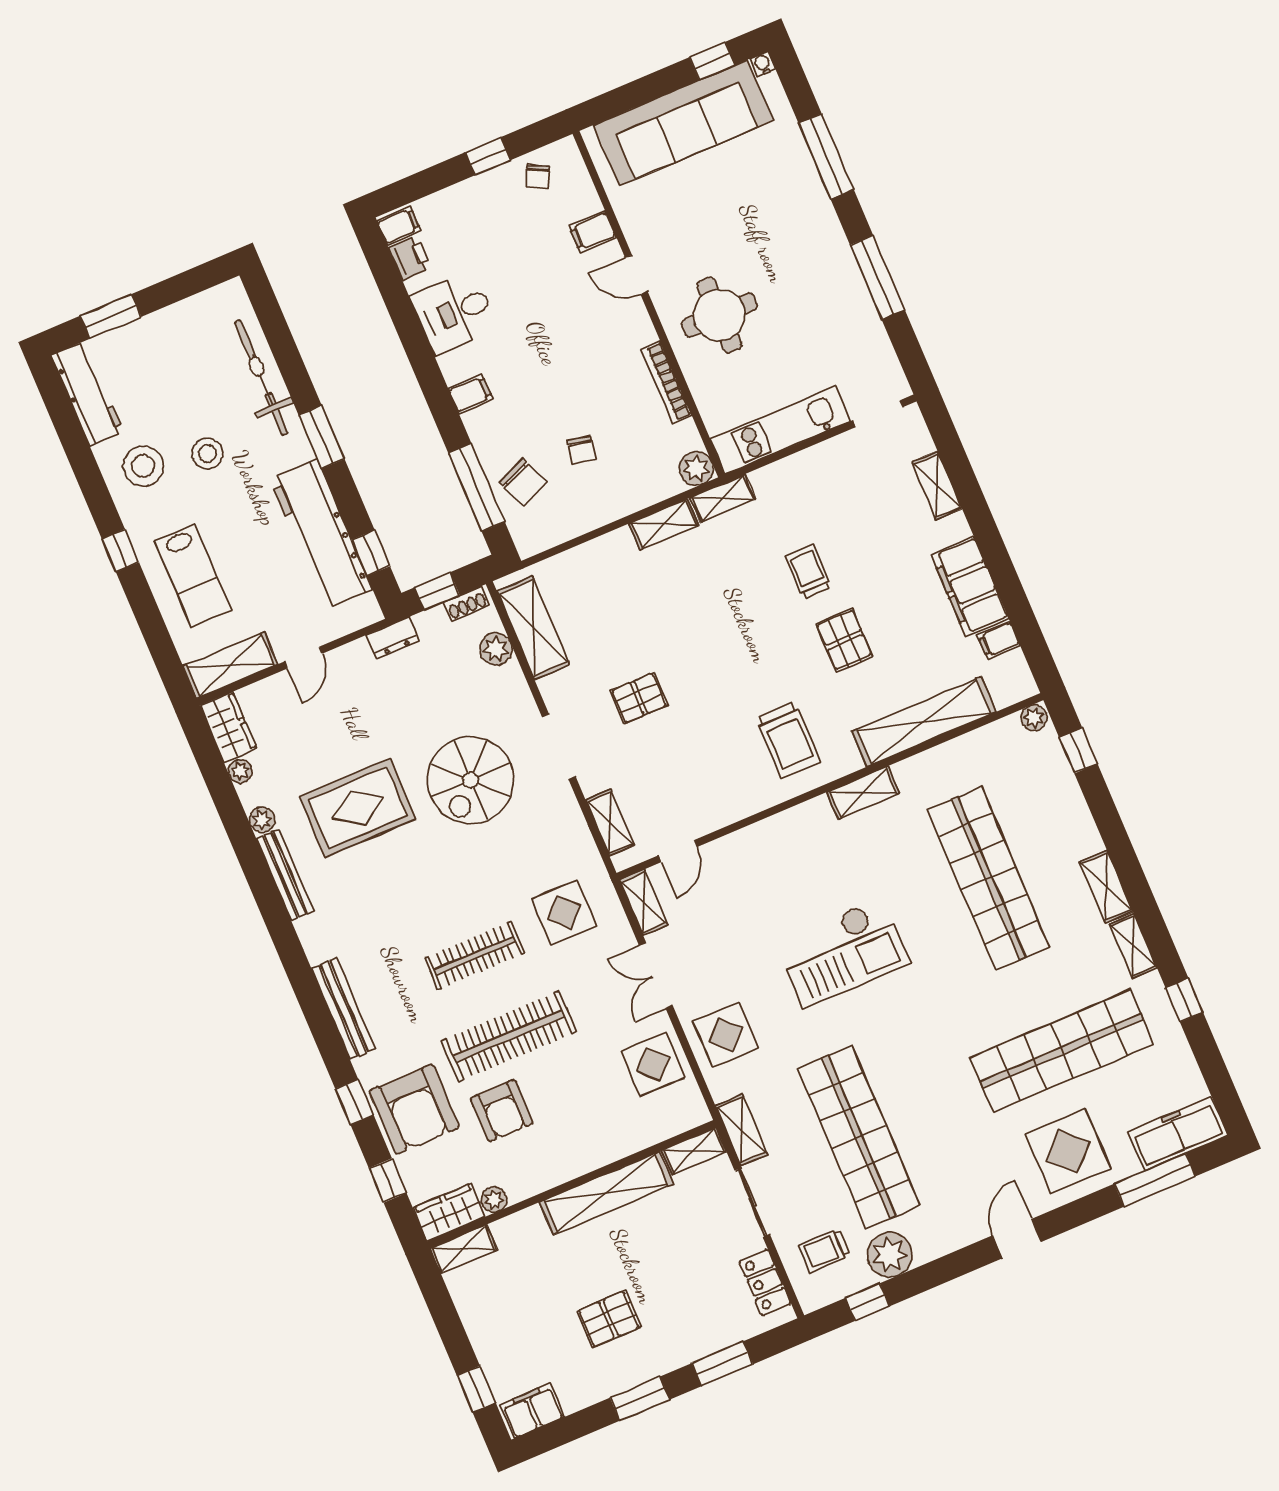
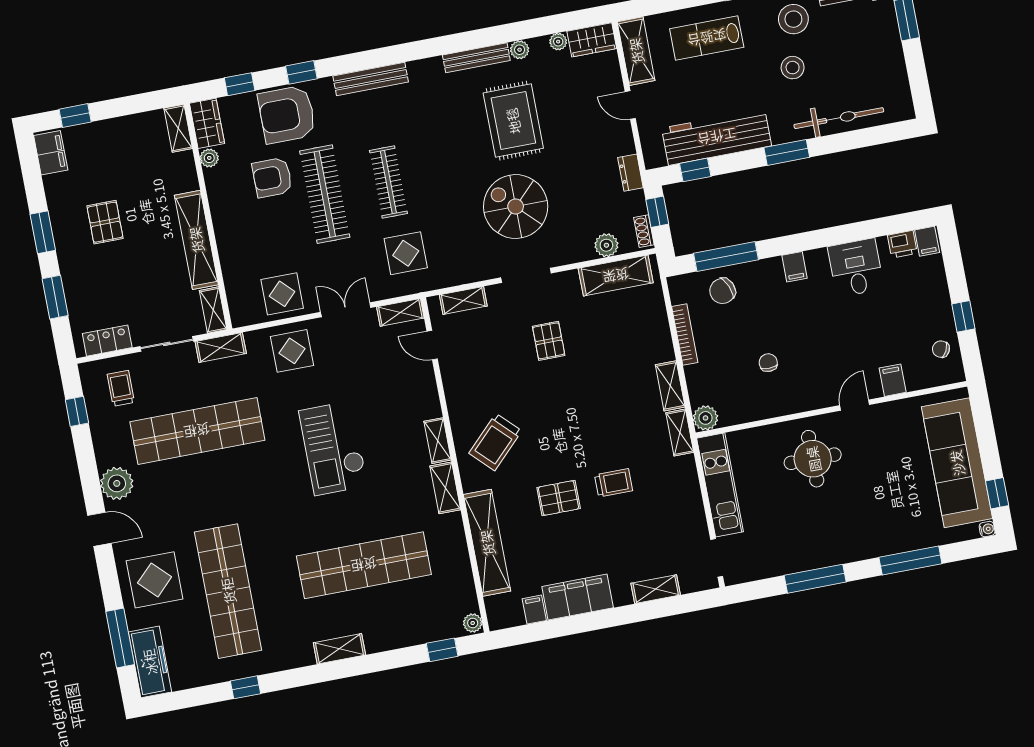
bookcase: (667, 382) -> (685, 335), moved, turned 90
chair: (581, 450) -> (768, 363), moved, turned 79
trolley: (788, 740) -> (495, 442), turned -45
shelving: (1133, 946) -> (438, 441), moved, turned 90
plant: (890, 1255) -> (117, 483), moved

